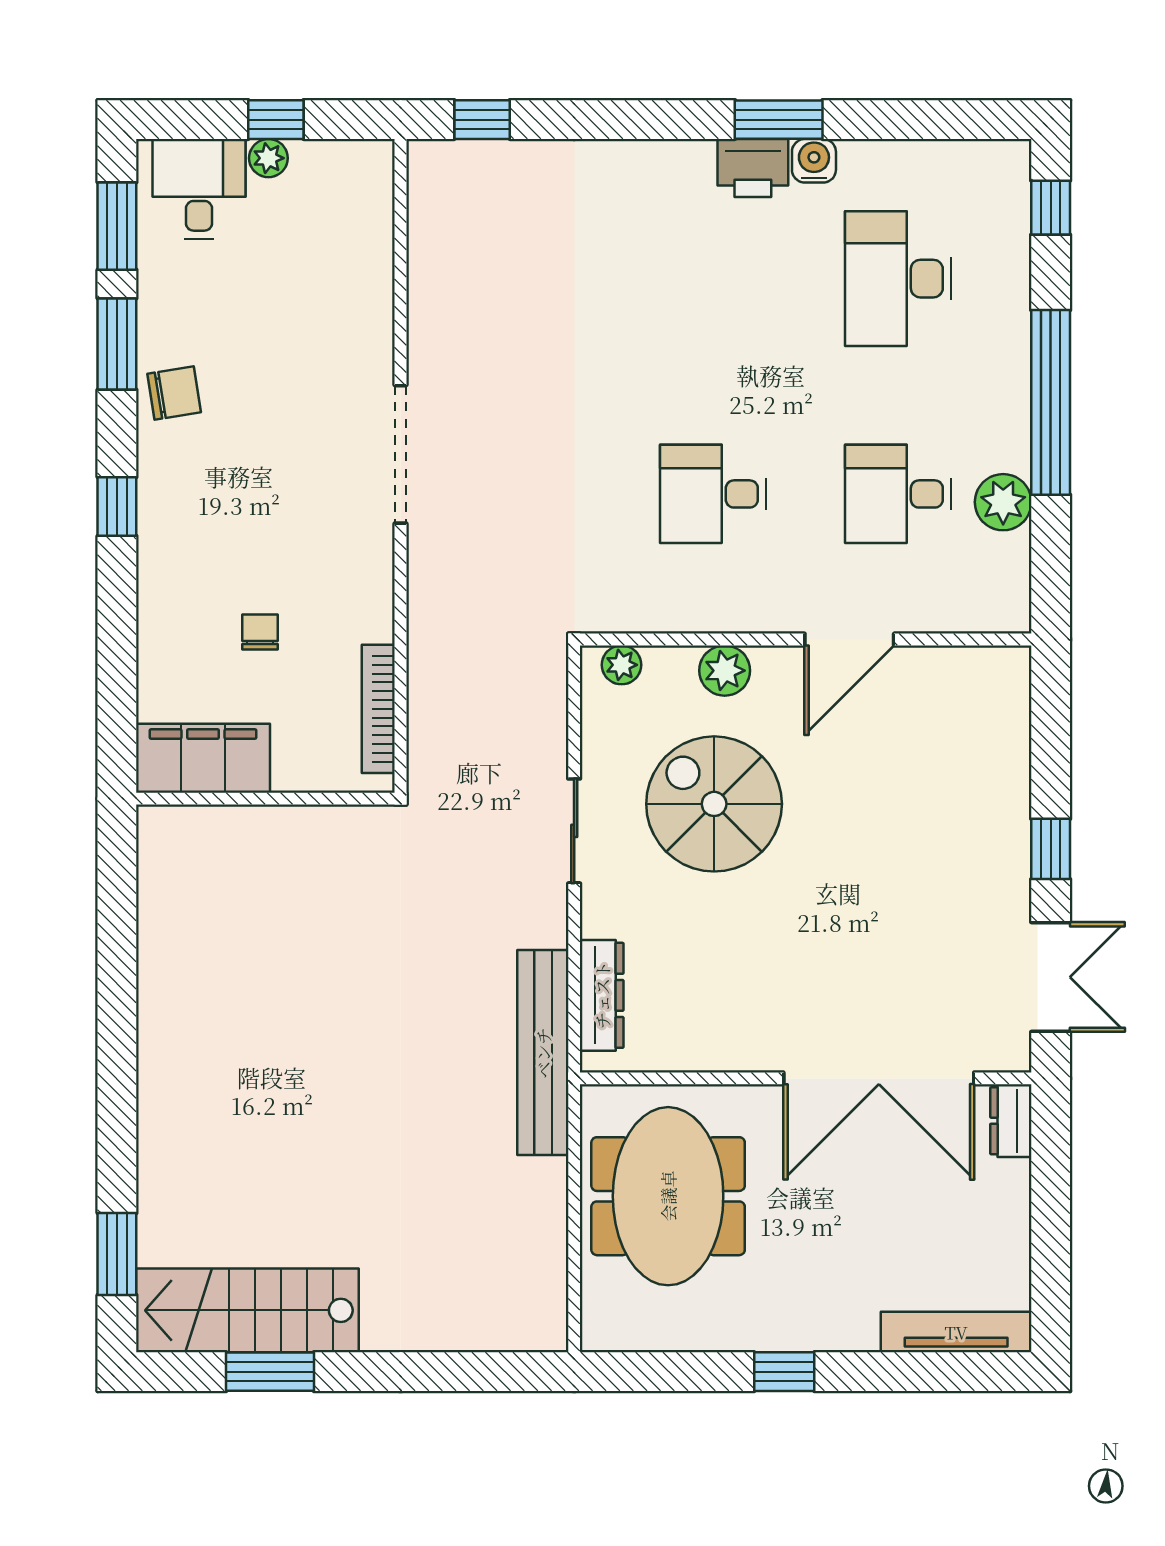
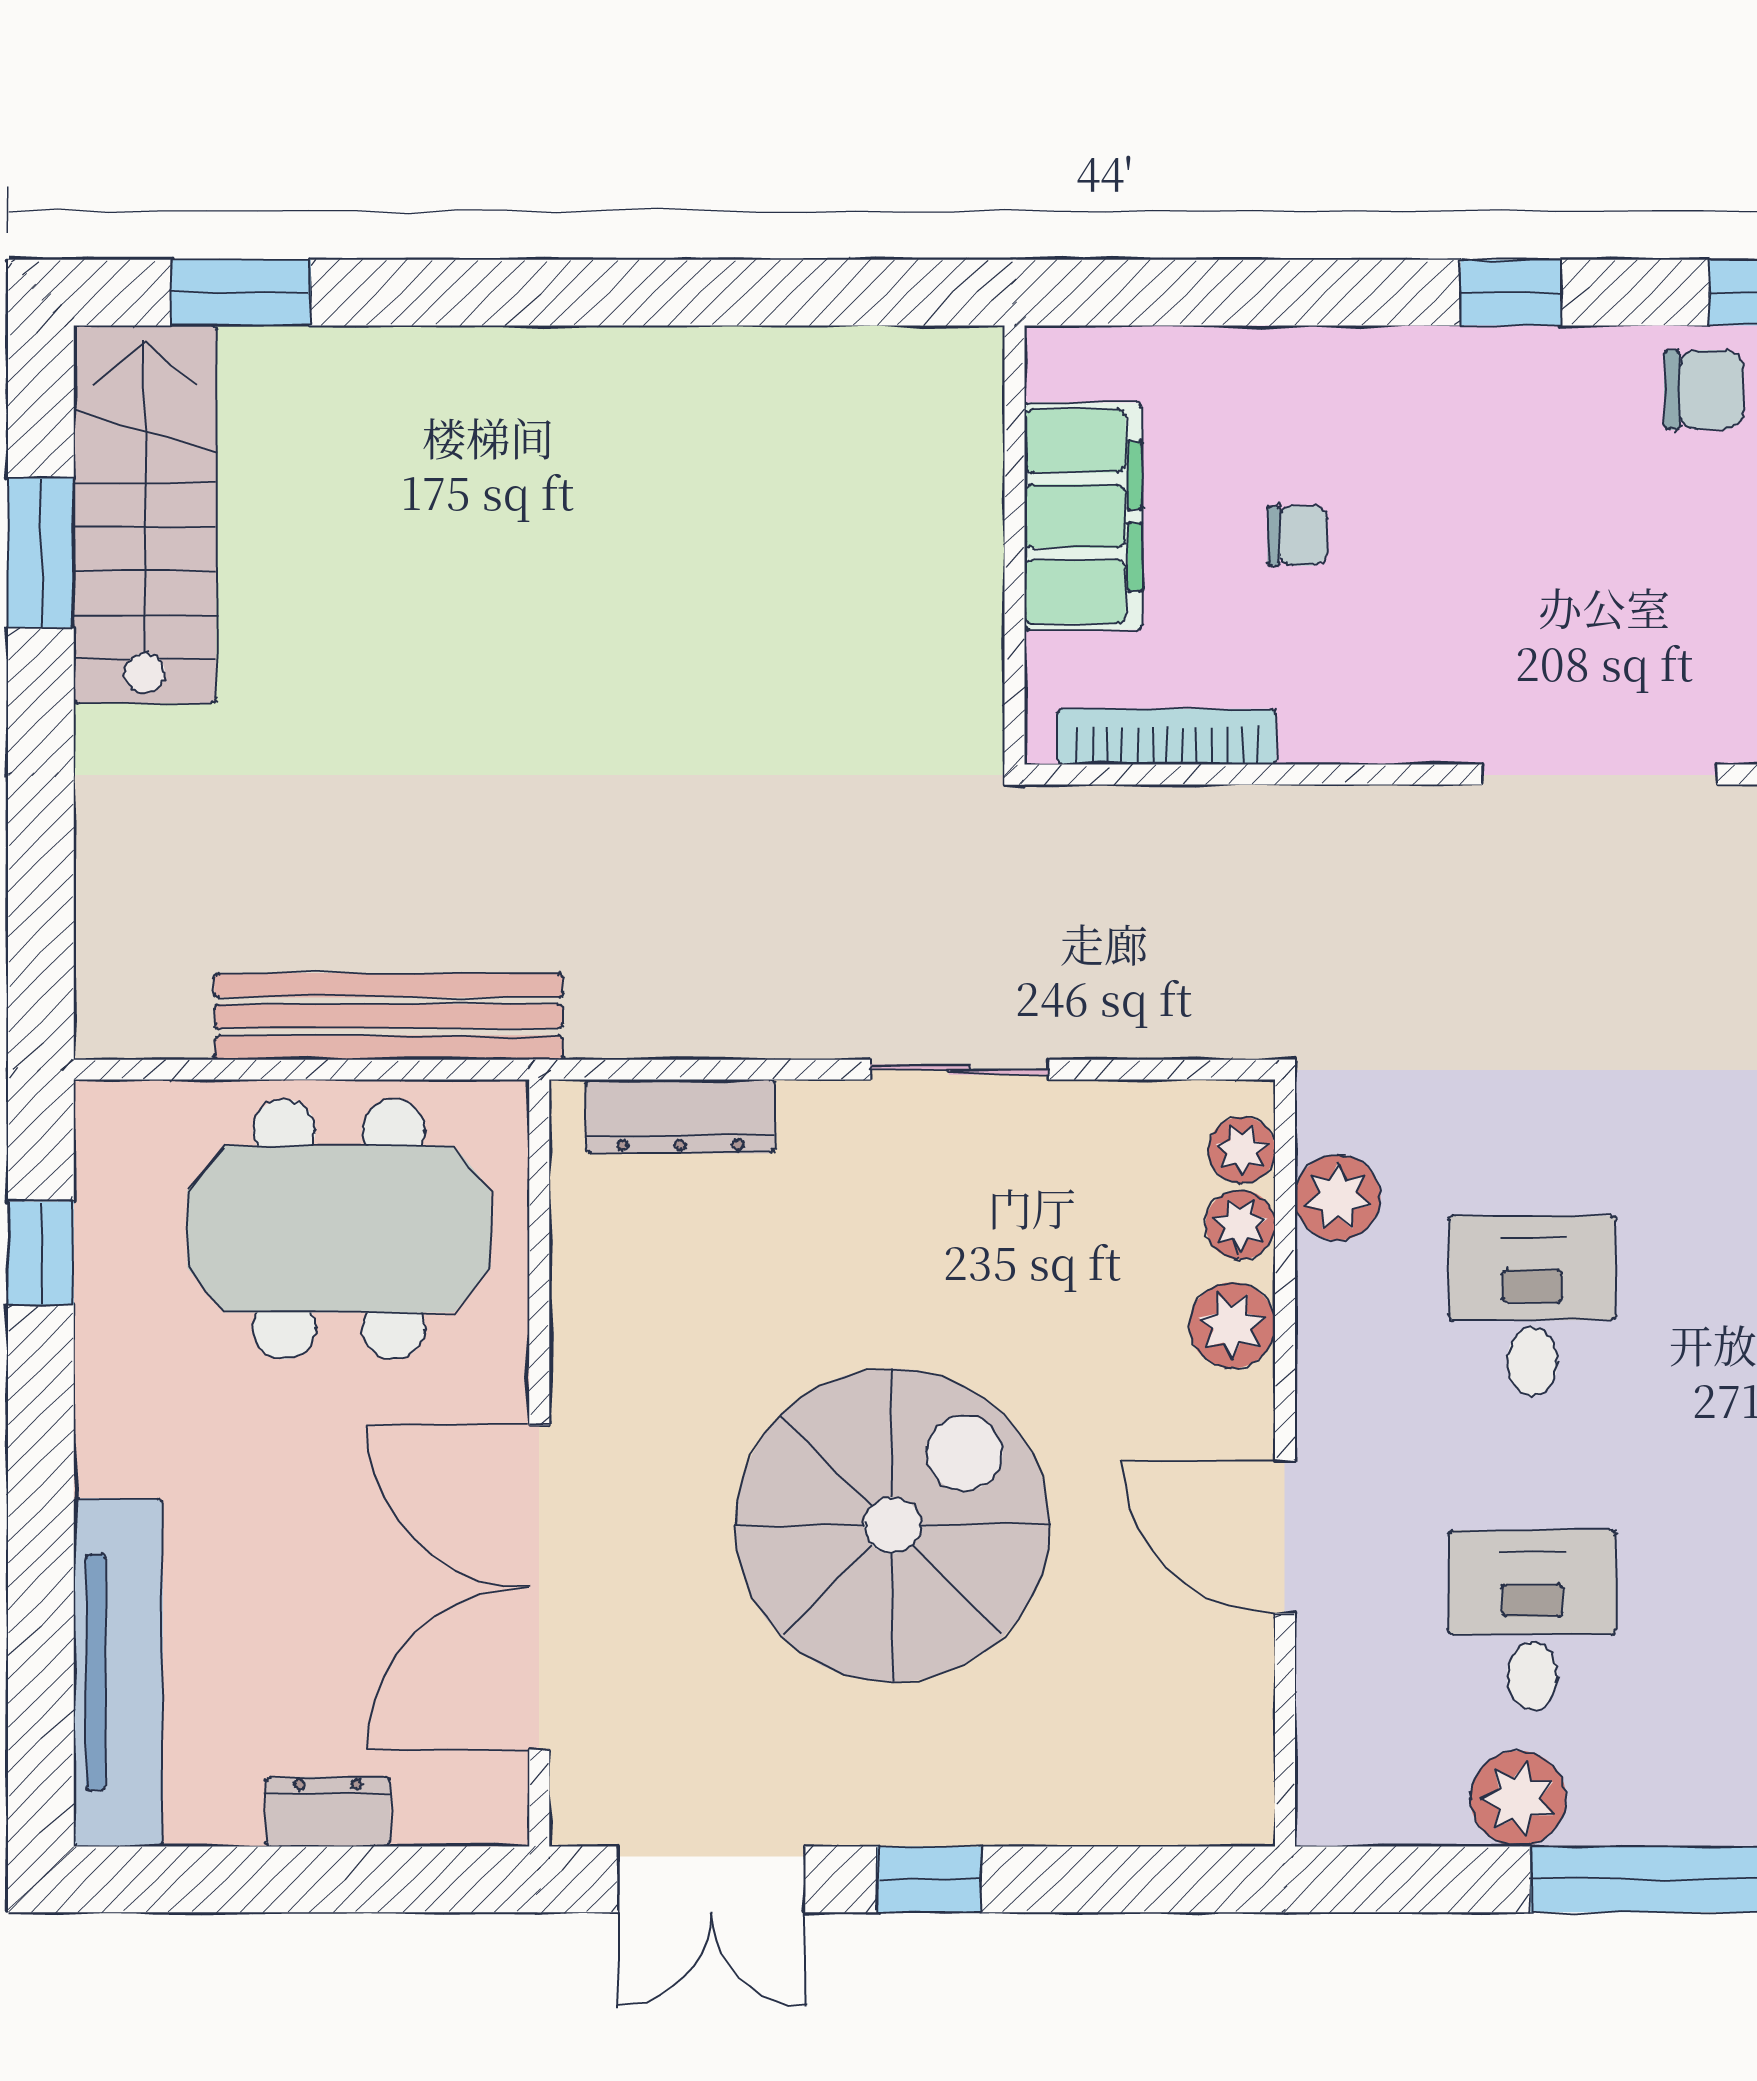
chair: (174, 393) -> (1704, 390), turned -81
plant: (649, 609) -> (1338, 1198), added
plant: (665, 666) -> (1240, 1225), added
filing cabinet: (203, 758) -> (1083, 516), moved
spiral stairs: (714, 804) -> (892, 1525), moved, width x1.37, depth x1.37
bench: (543, 1053) -> (389, 1016), moved
dresser: (1011, 1121) -> (328, 1812), moved
tv unit: (956, 1332) -> (118, 1672), width x1.36, depth x1.29
window: (784, 1372) -> (41, 1253), moved

